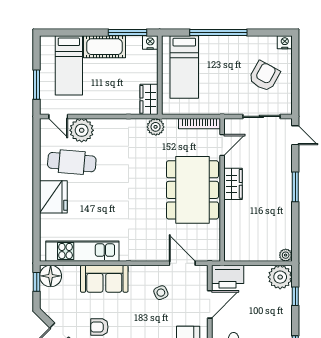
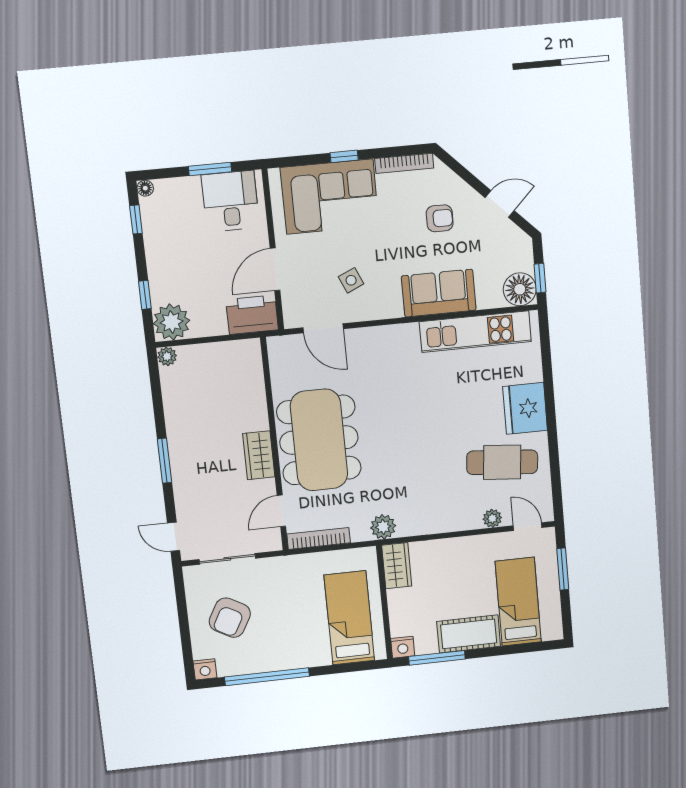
window: (218, 32) -> (267, 677), moved
plant: (82, 130) -> (492, 518), width x0.53, depth x0.53

